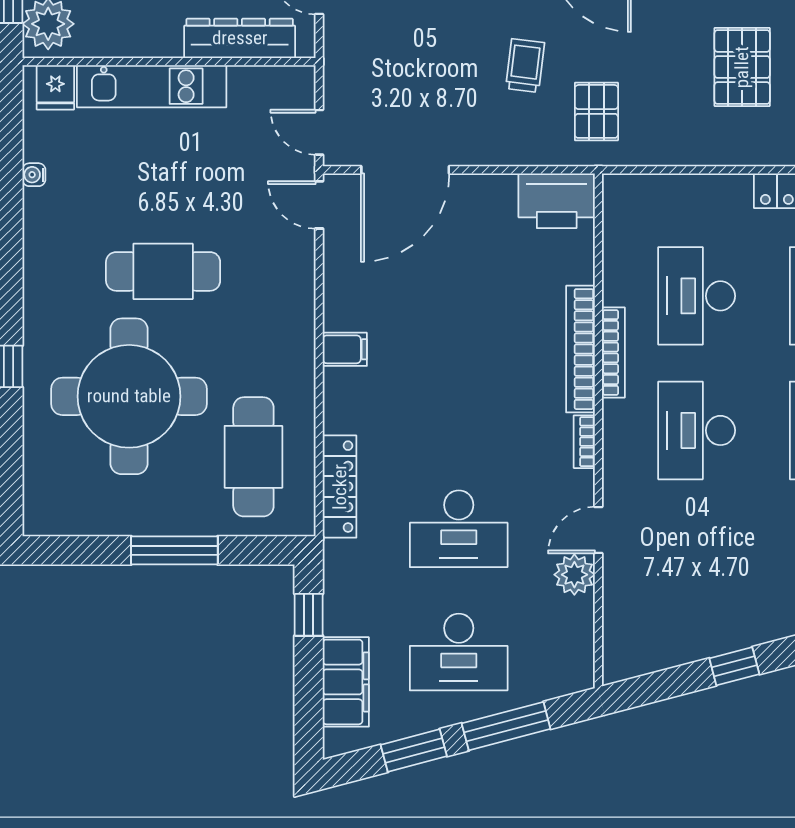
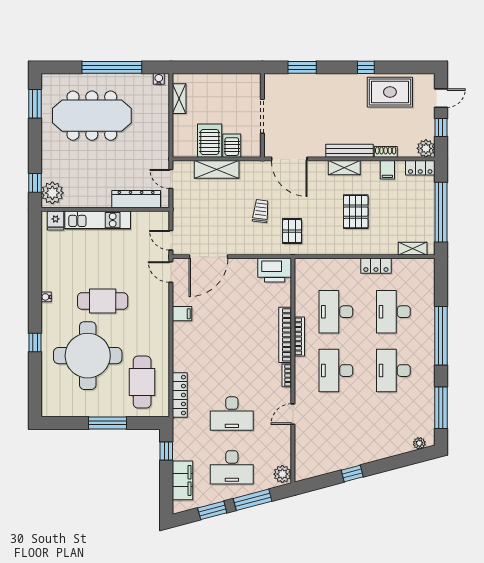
water cooler: (34, 175) -> (46, 297), moved
filing cabinet: (345, 349) -> (182, 314), moved
plant: (574, 575) -> (282, 474), moved

